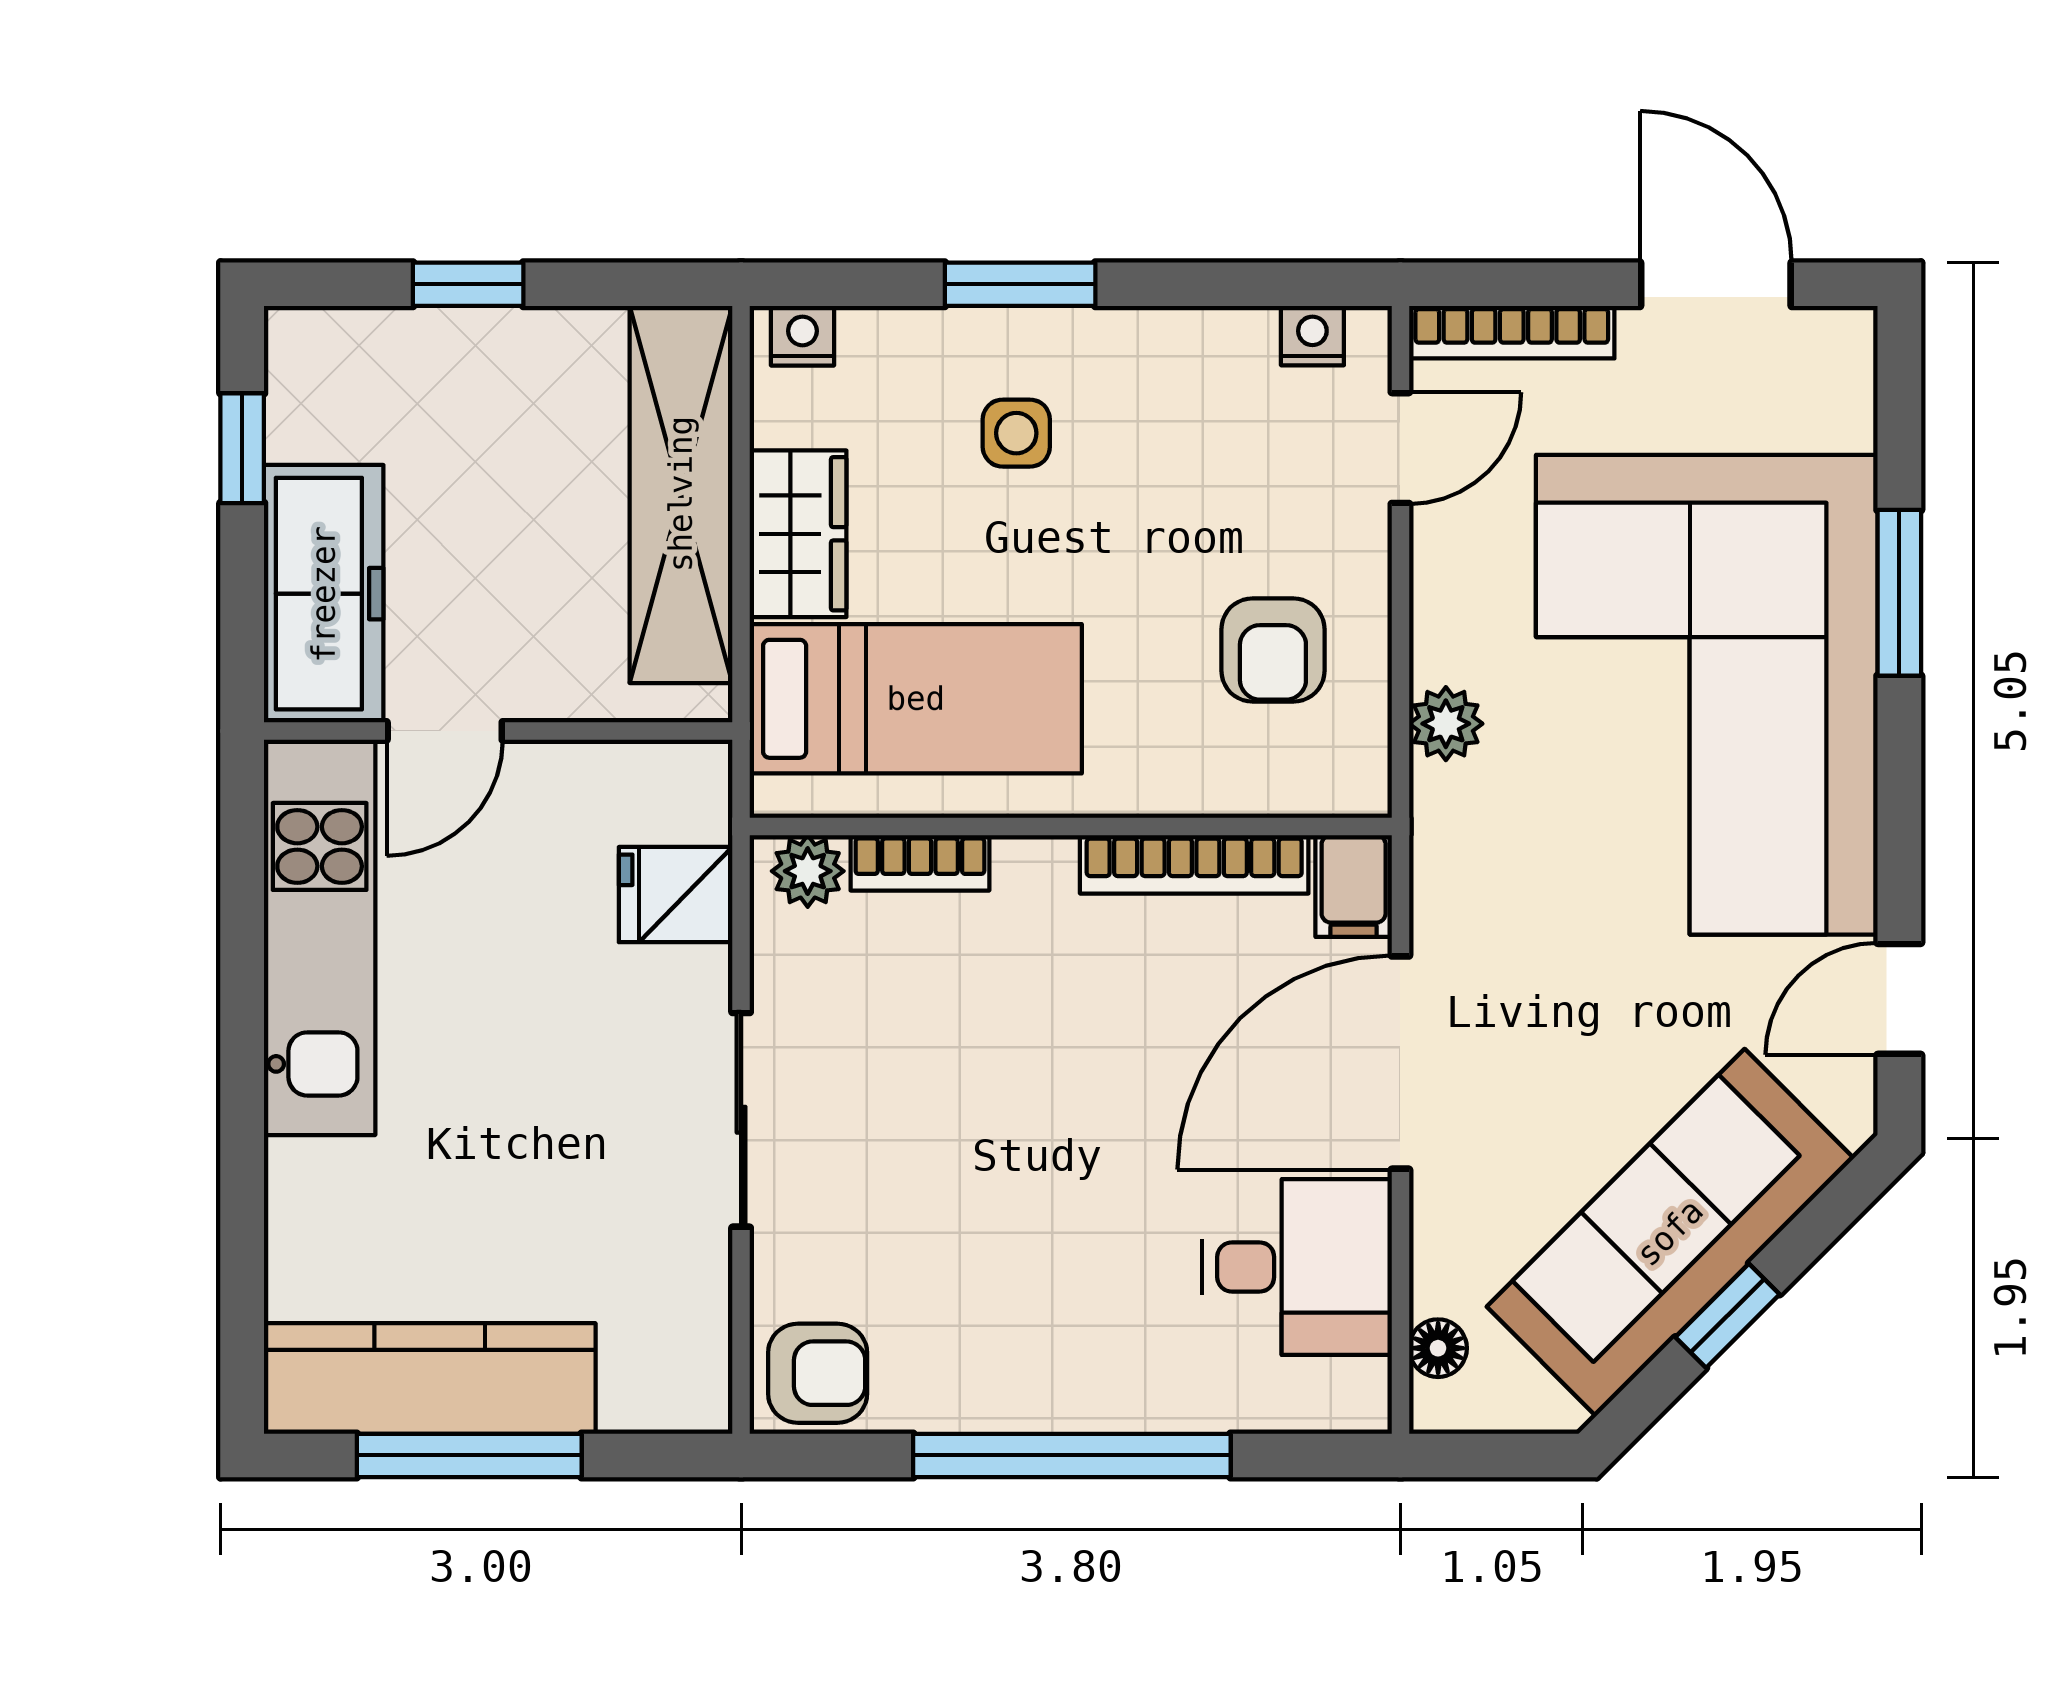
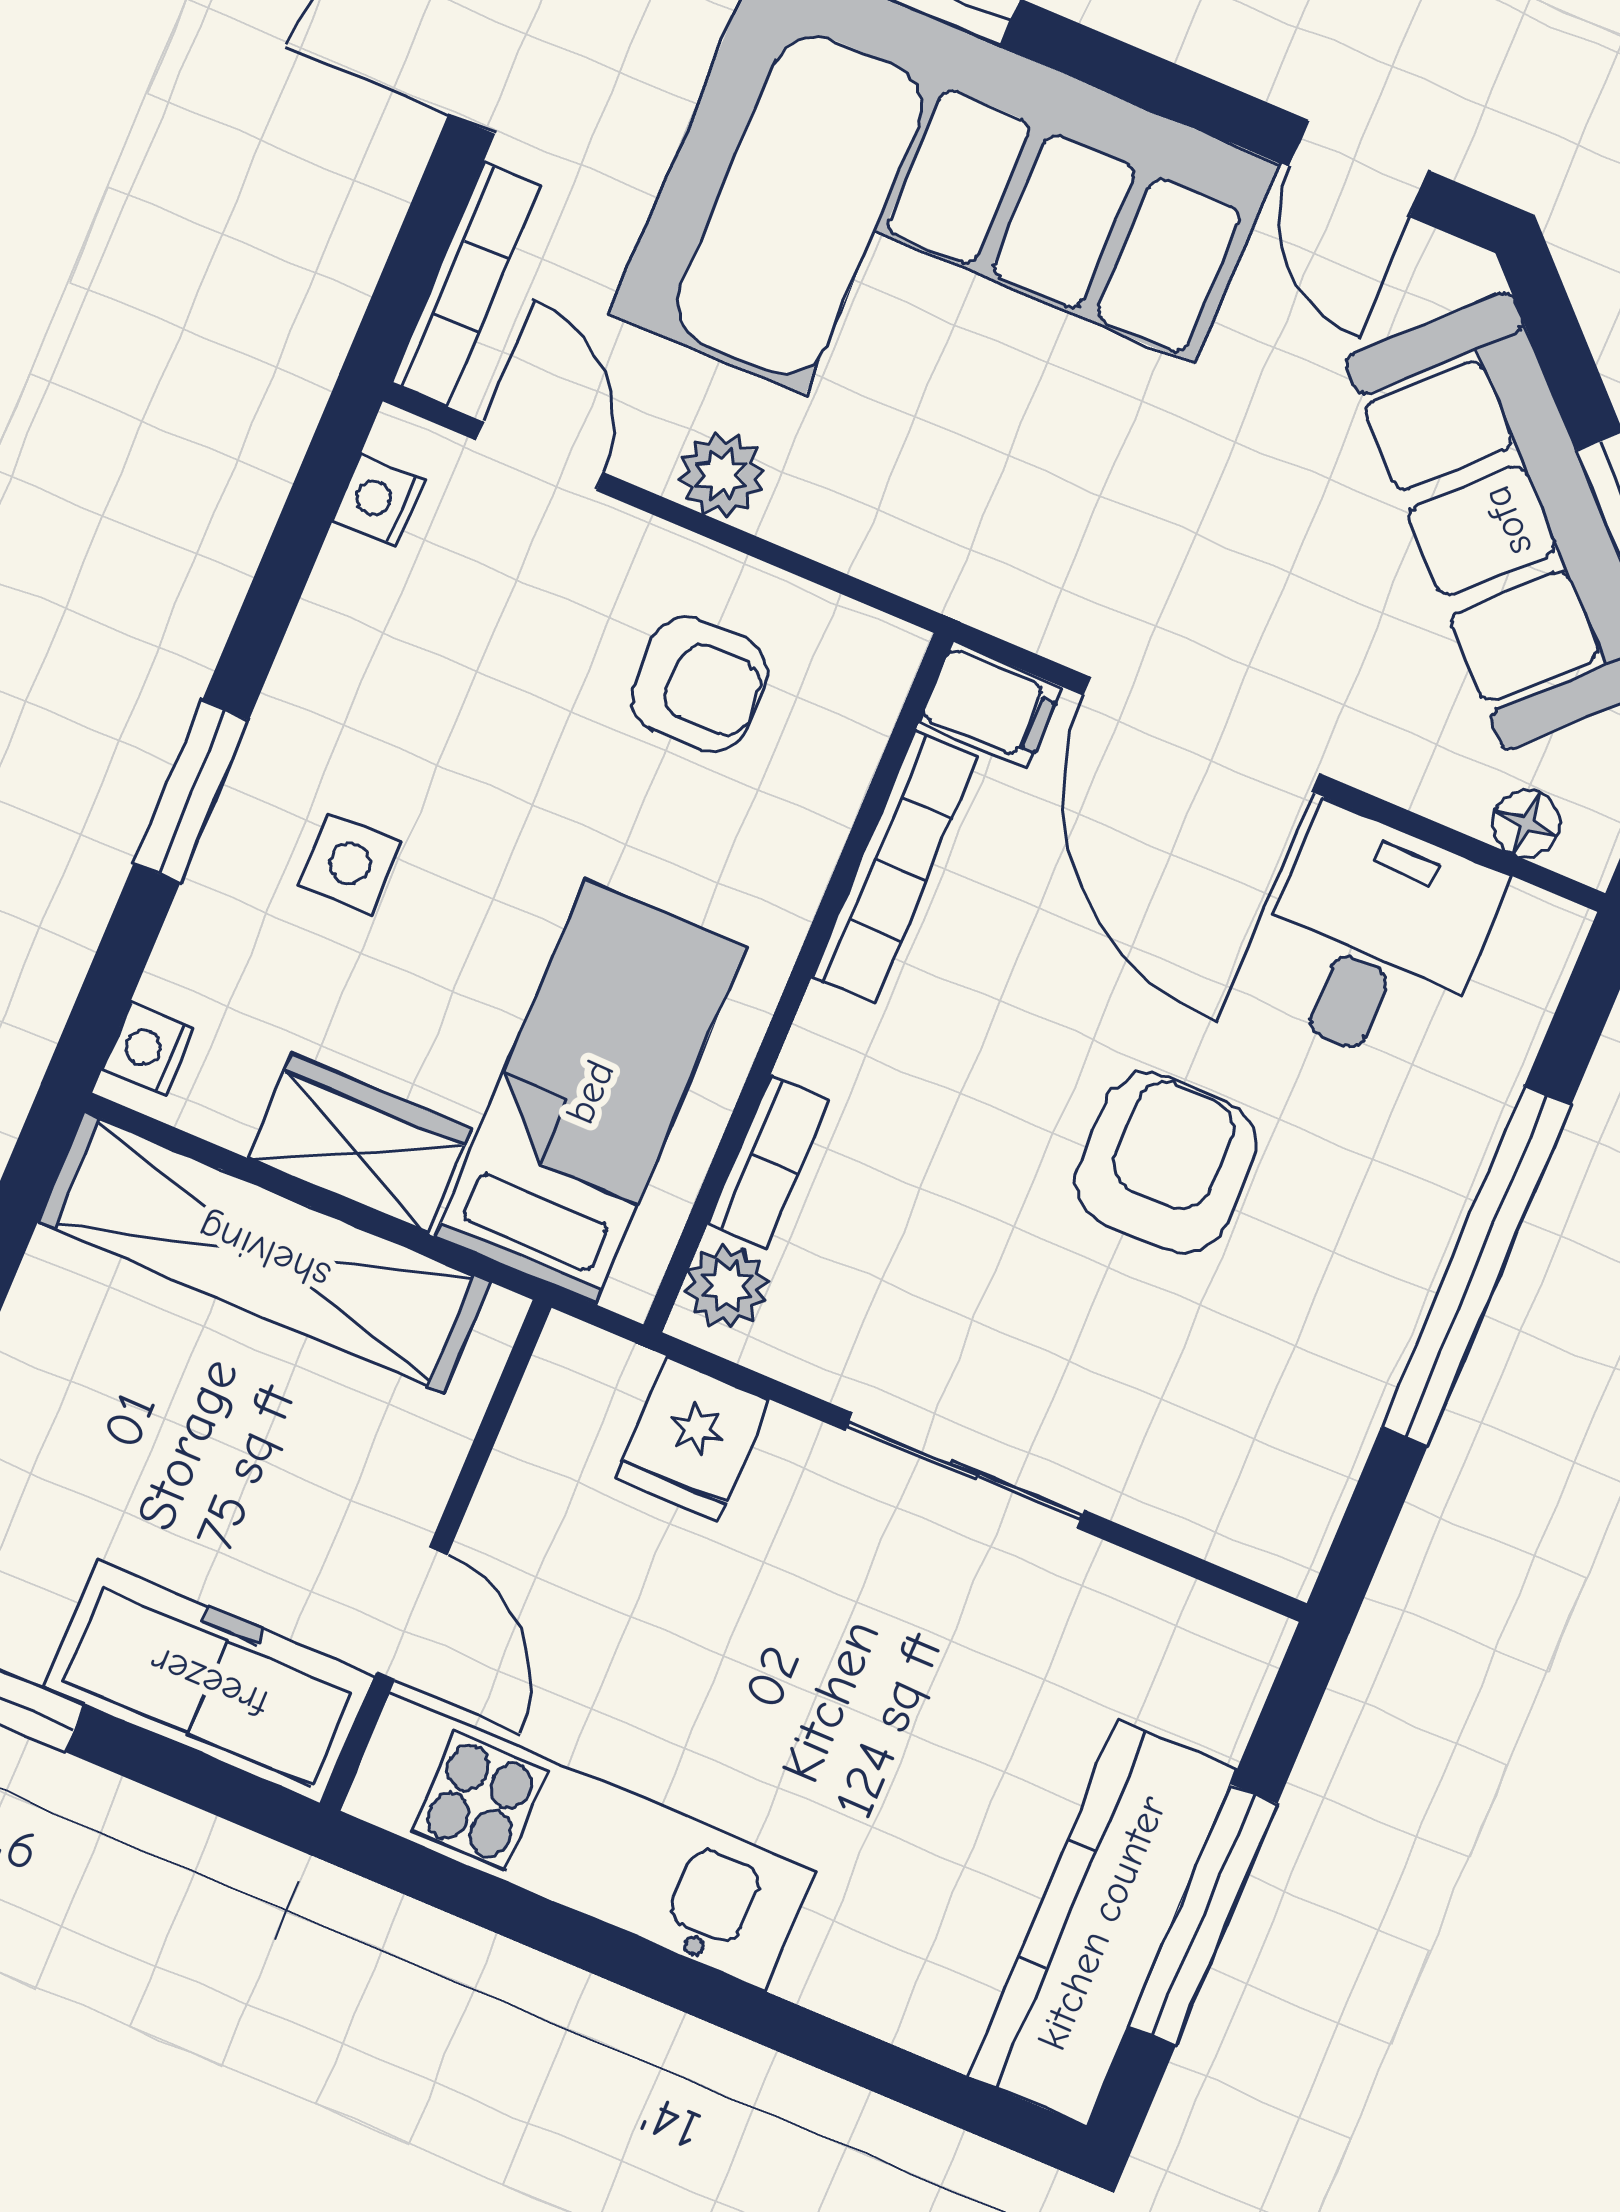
plant: (1446, 724) -> (721, 475), moved
armchair: (818, 1373) -> (1166, 1163), moved, width x1.38, depth x1.38

